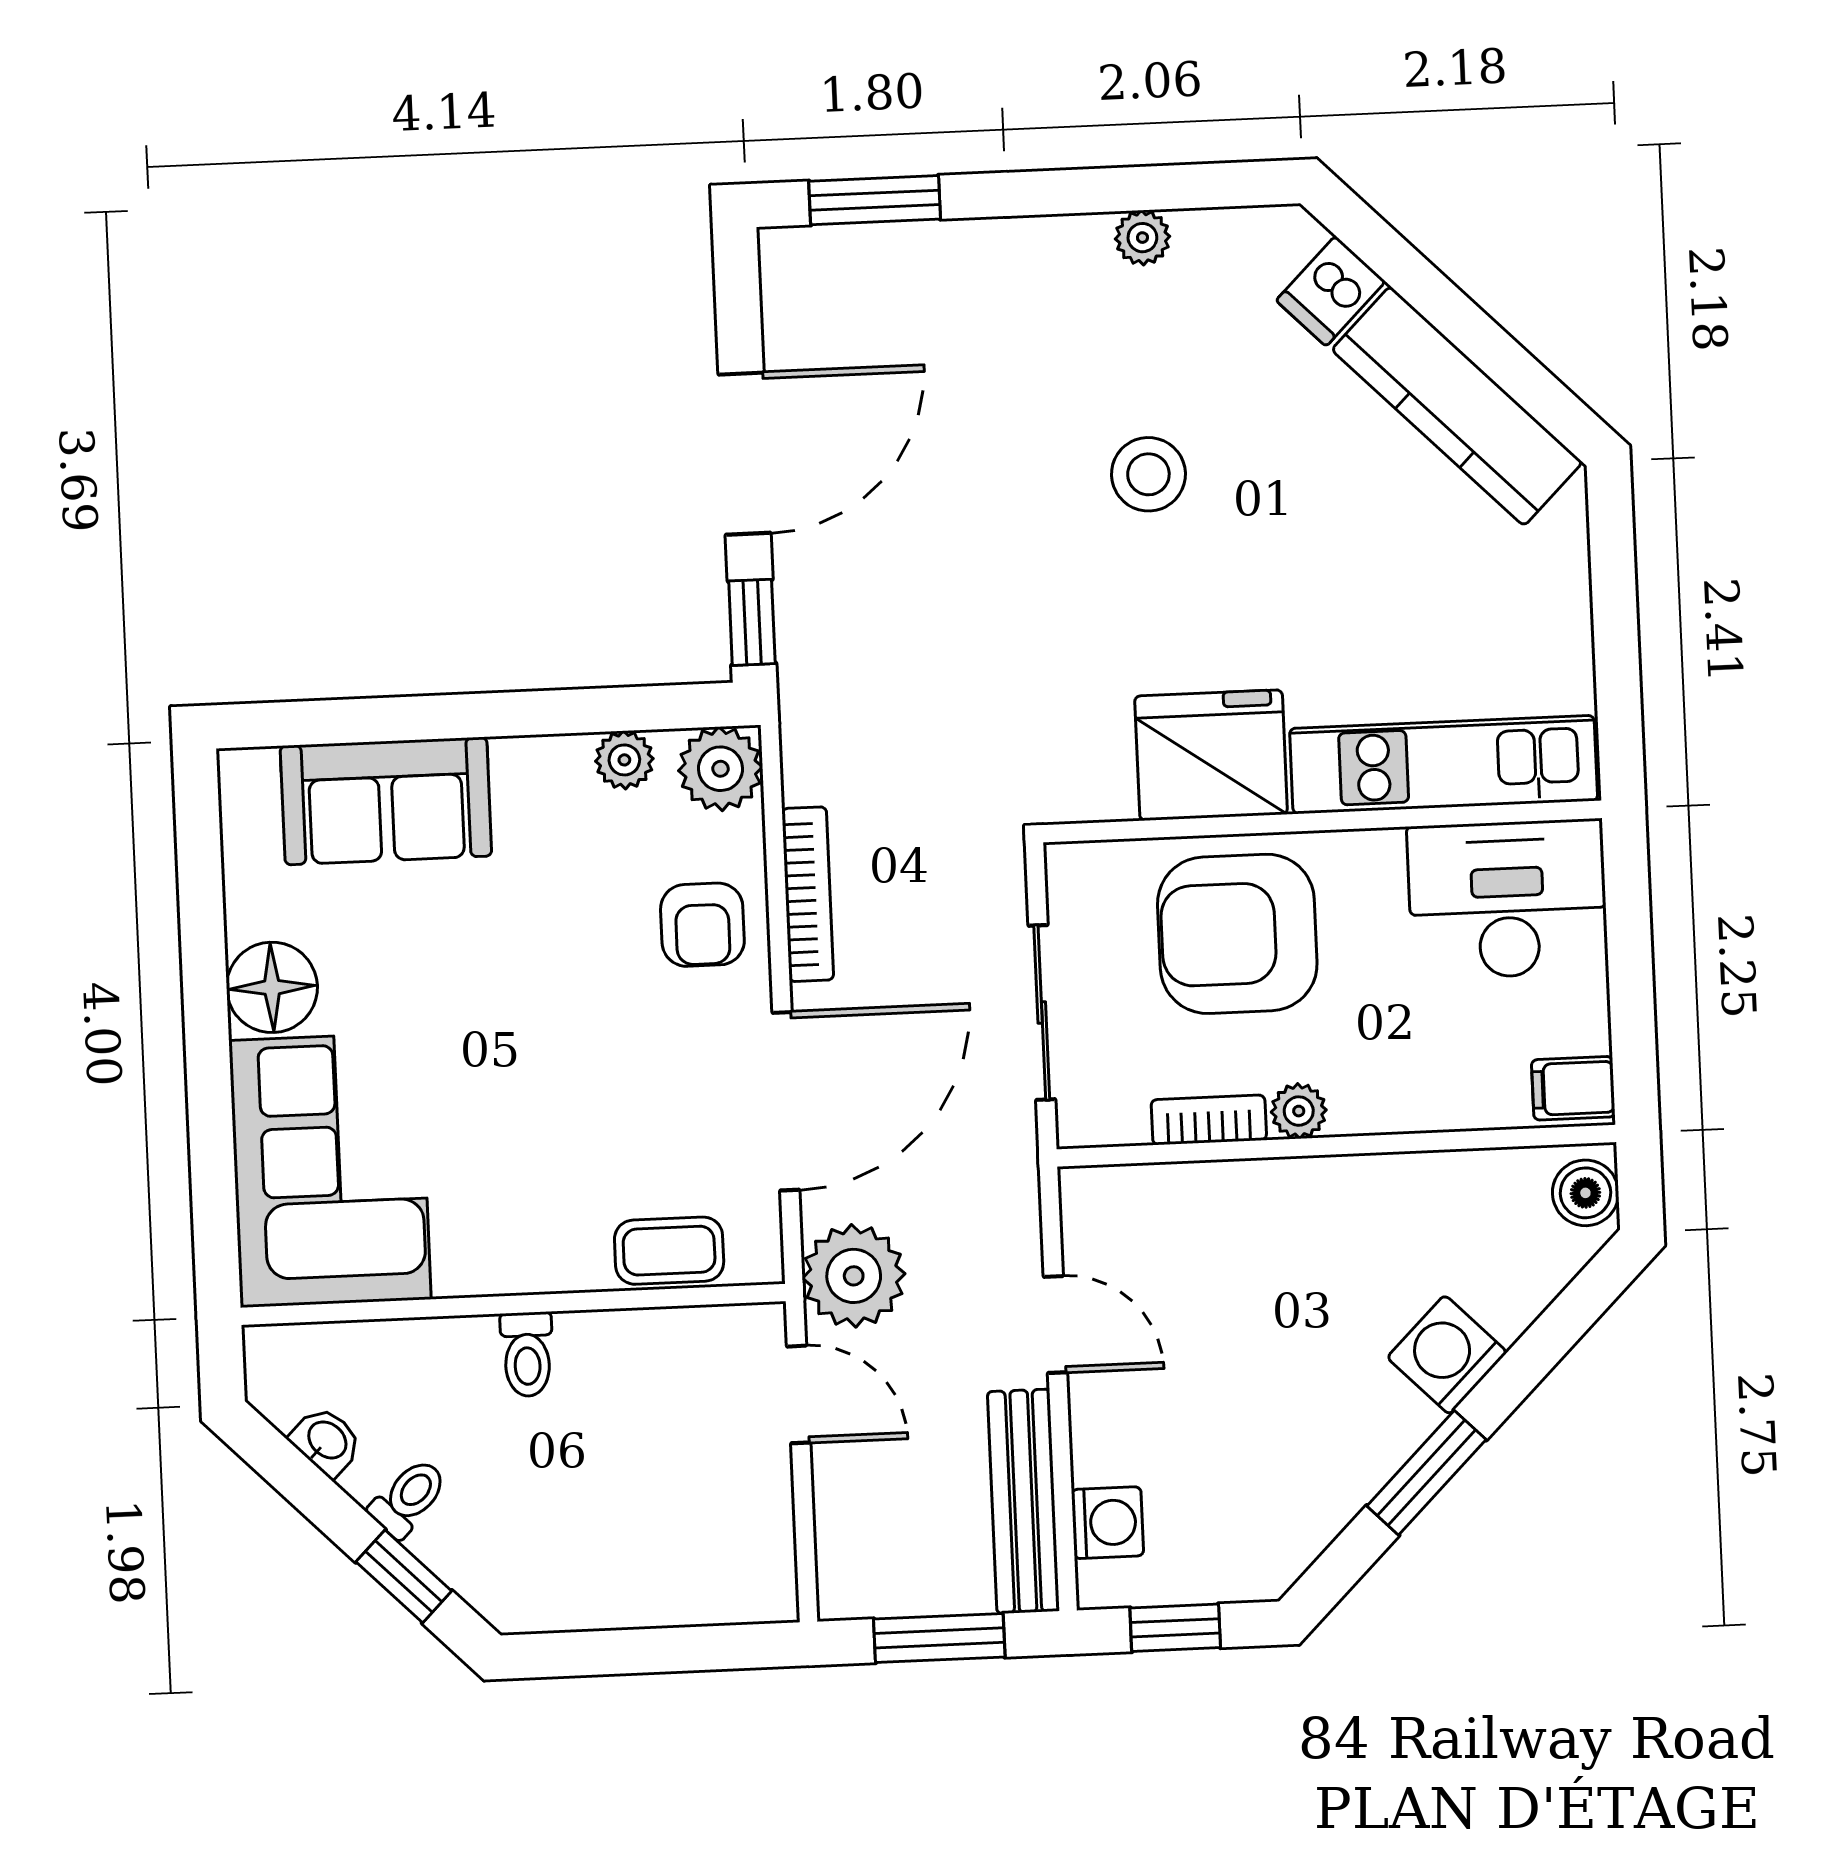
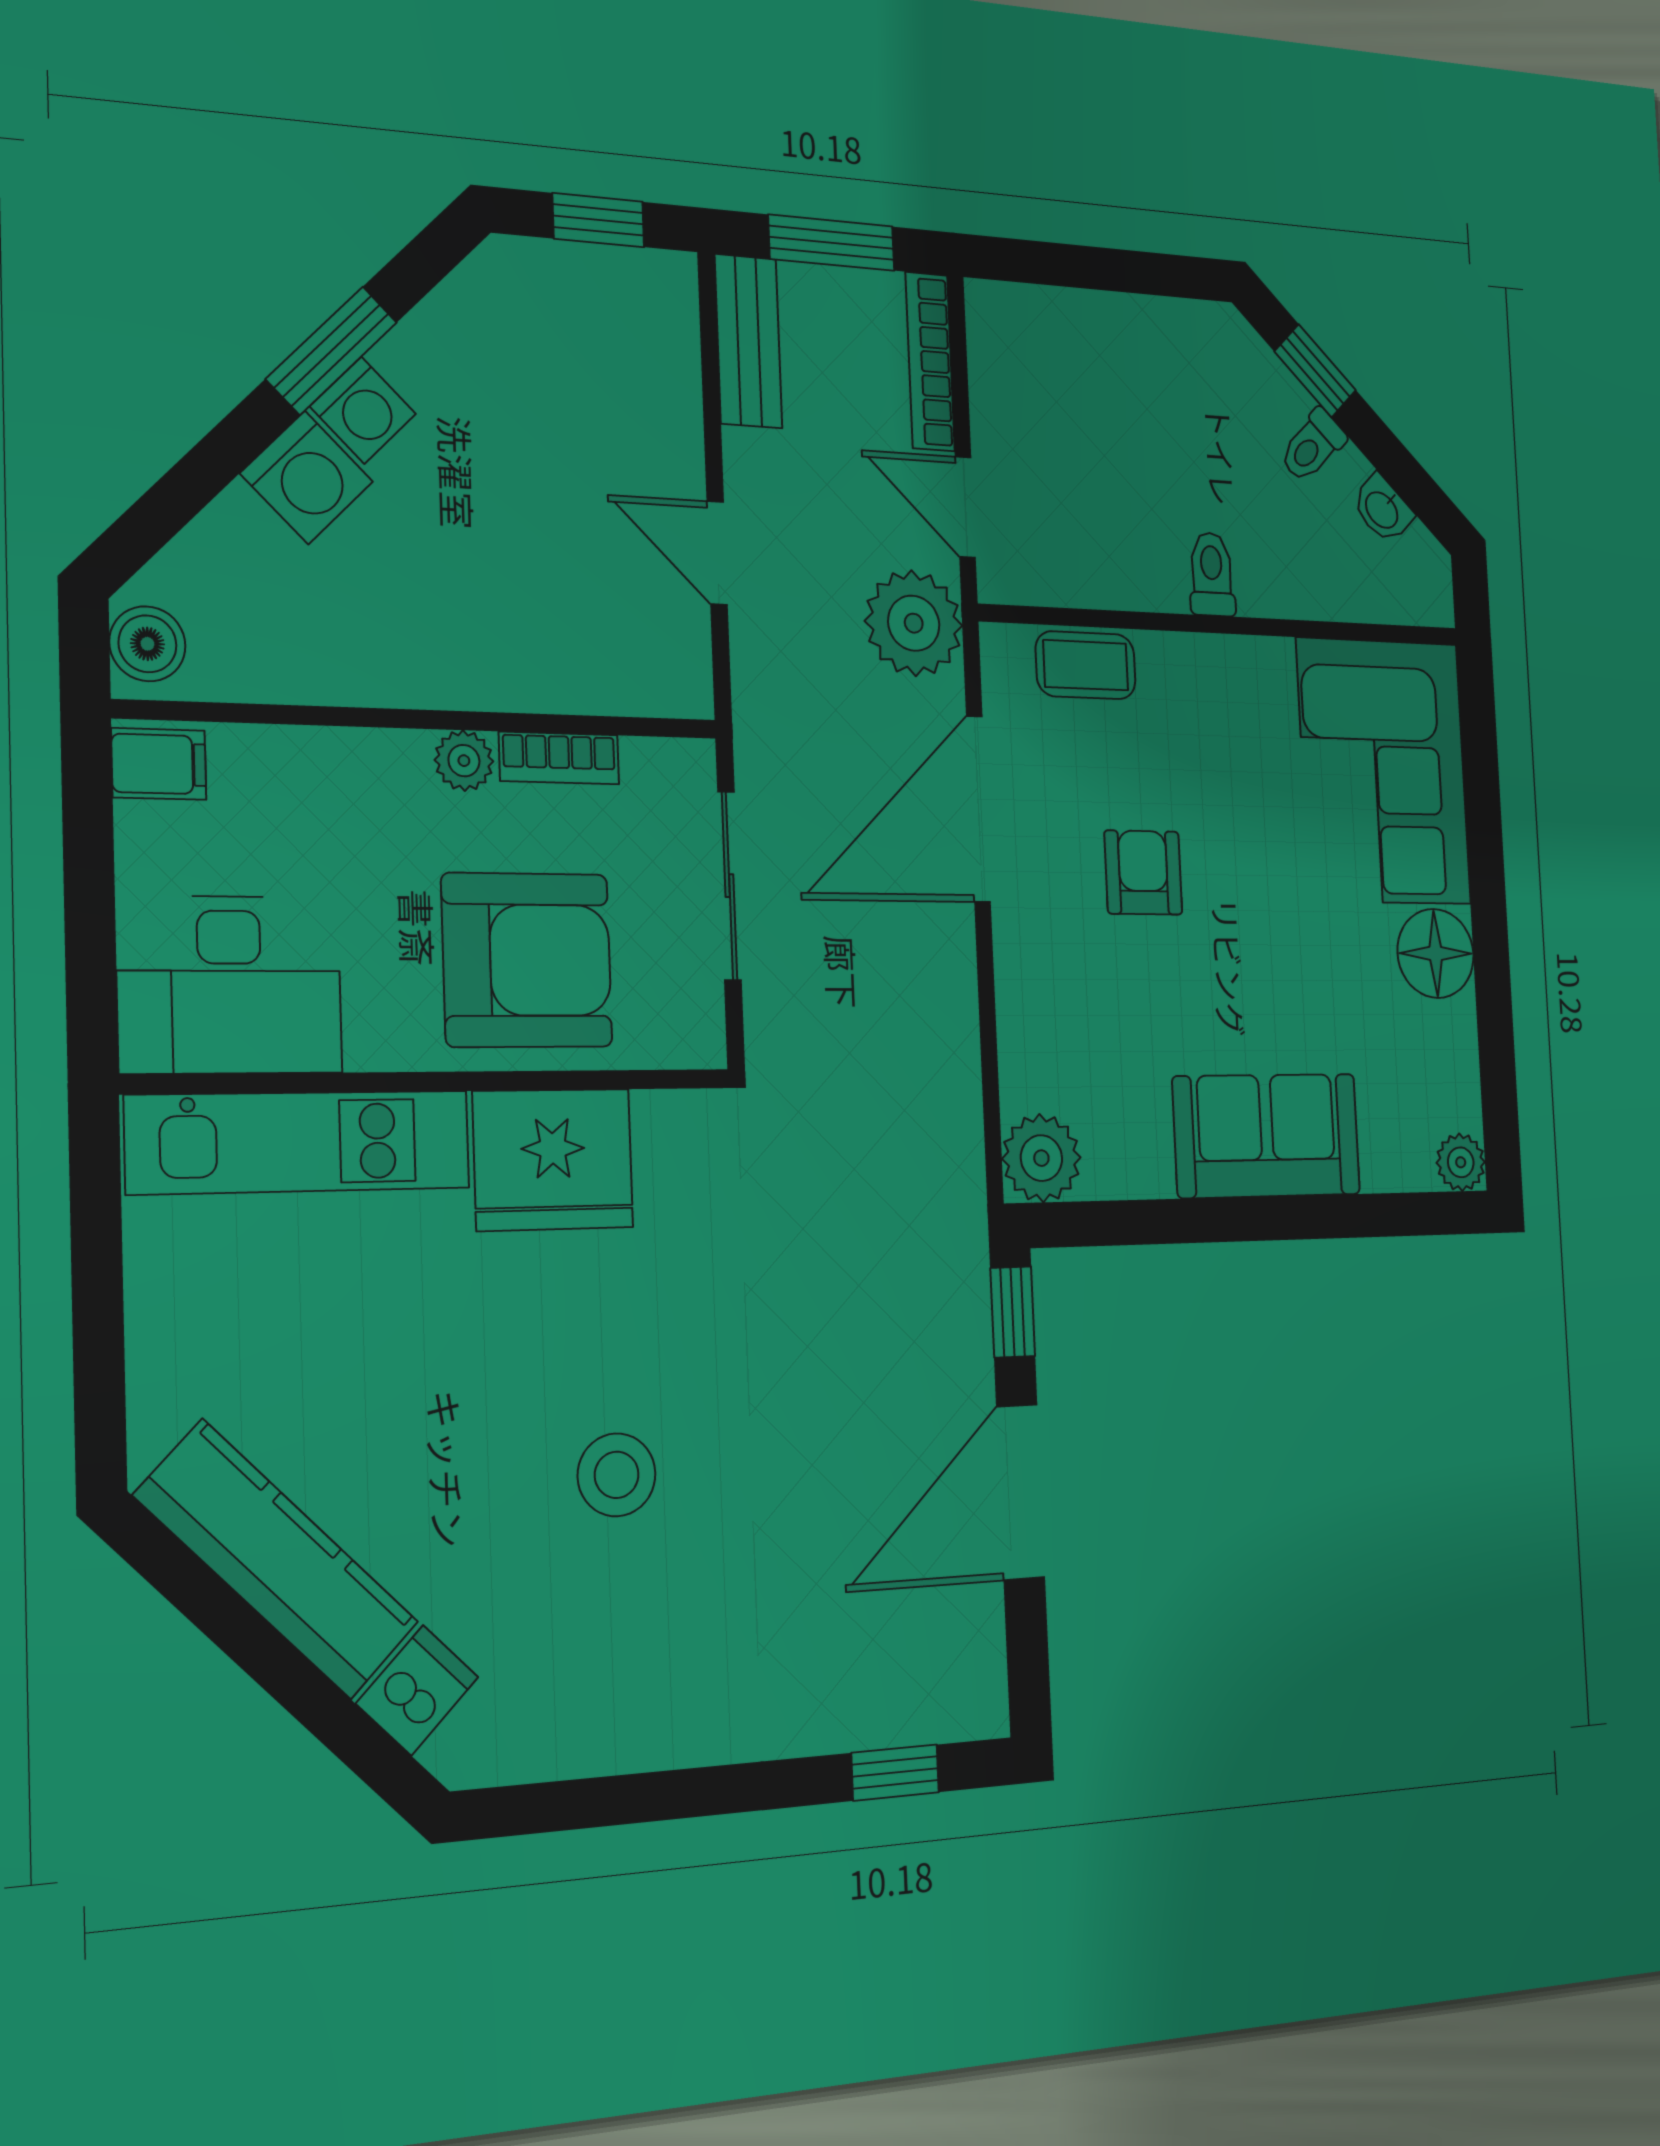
window: (875, 200) -> (895, 1773), width x0.67
plant: (1142, 238) -> (621, 1744), removed
plant: (624, 760) -> (1461, 1162), moved
sofa: (386, 801) -> (1267, 1136), moved
bookcase: (808, 894) -> (930, 362), moved
armchair: (702, 925) -> (1143, 873), moved
bench: (1023, 1501) -> (748, 341), width x0.73
washing machine: (1108, 1523) -> (363, 410), moved, turned -135

